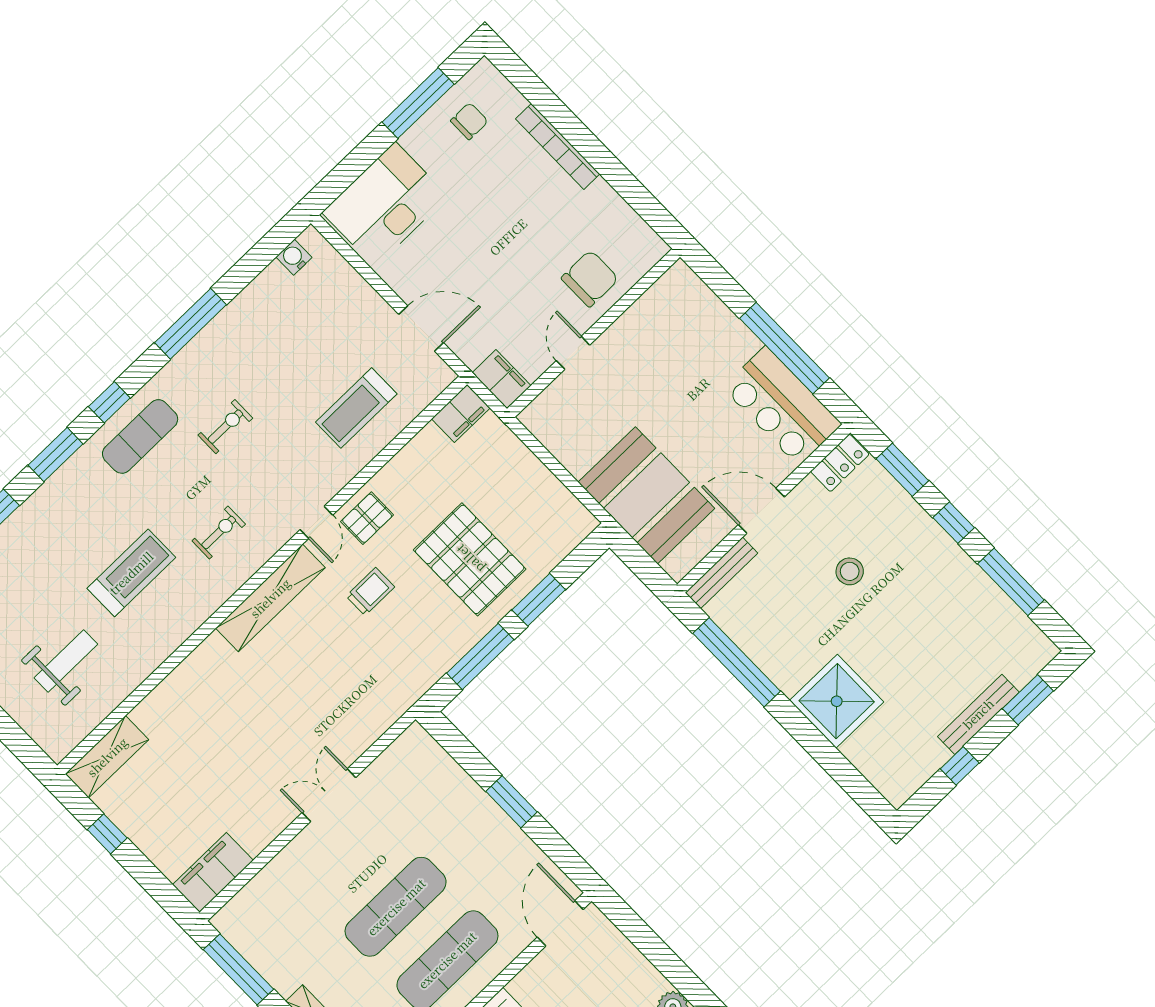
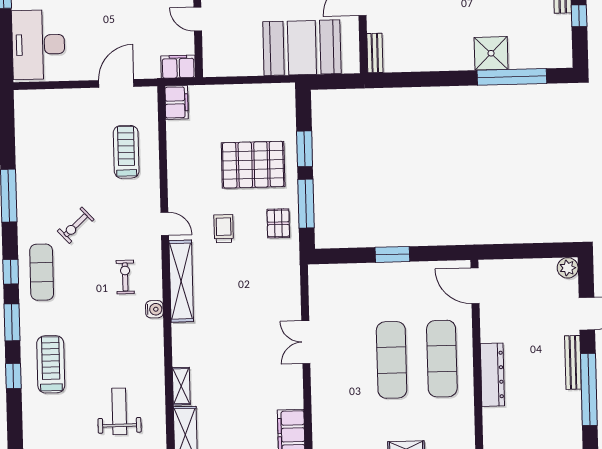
water cooler: (294, 257) -> (154, 309), moved, turned 180
treadmill: (356, 408) -> (126, 152), turned 180
exercise bike: (225, 427) -> (76, 225), turned -133
pallet: (367, 518) -> (278, 223), moved
treadmill: (131, 573) -> (51, 364), moved
bench: (721, 573) -> (375, 53), width x0.73
window: (737, 662) -> (512, 77), moved
shower: (837, 701) -> (491, 53), width x0.73, depth x0.73
shelving: (156, 703) -> (181, 386), added

